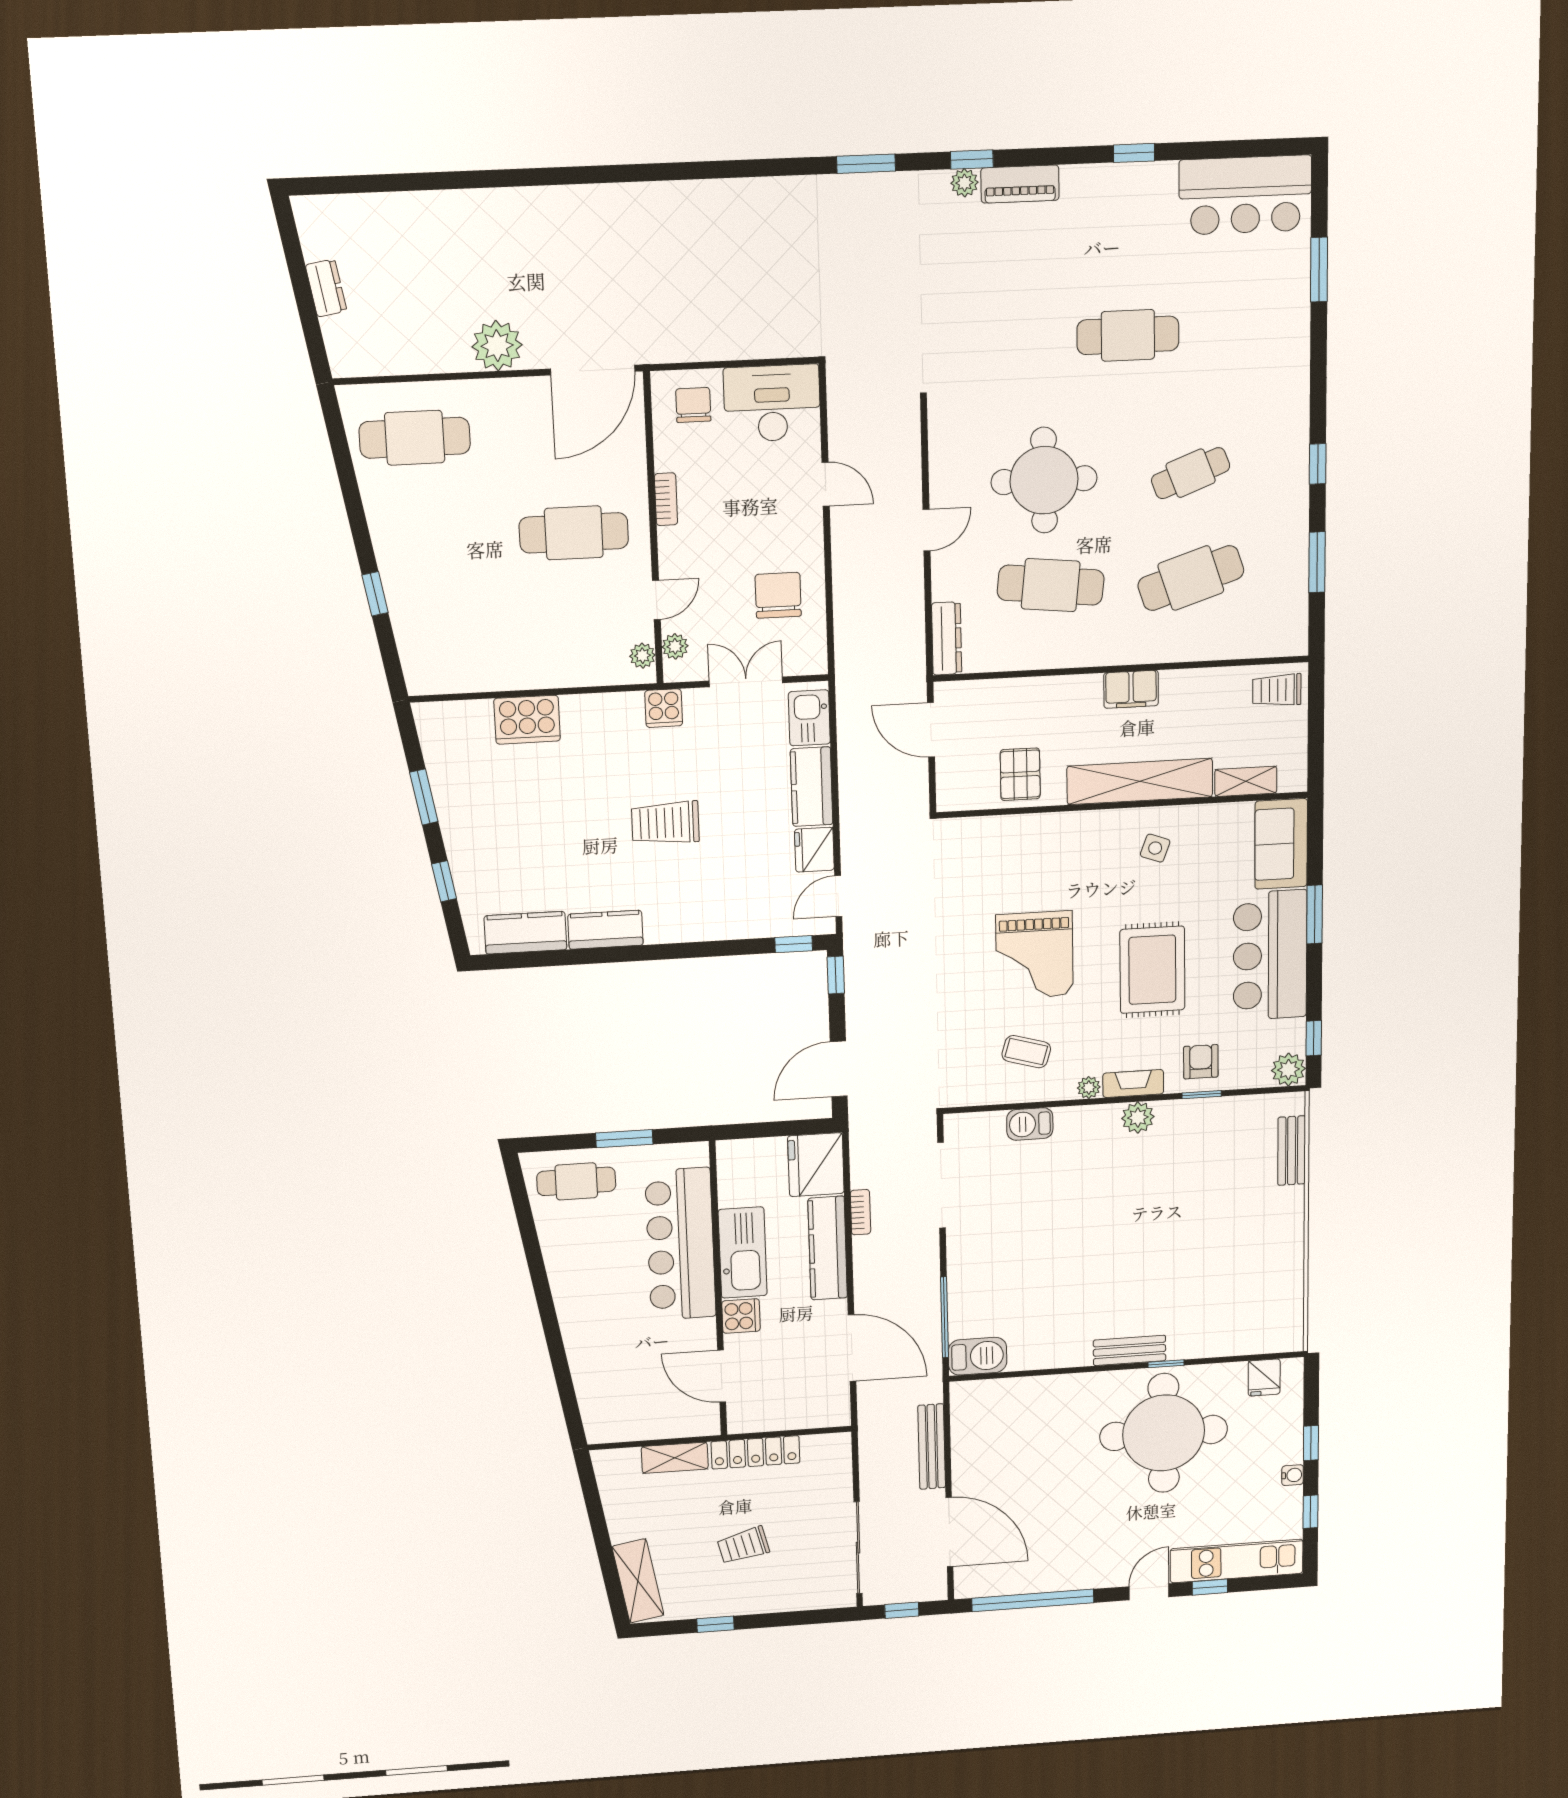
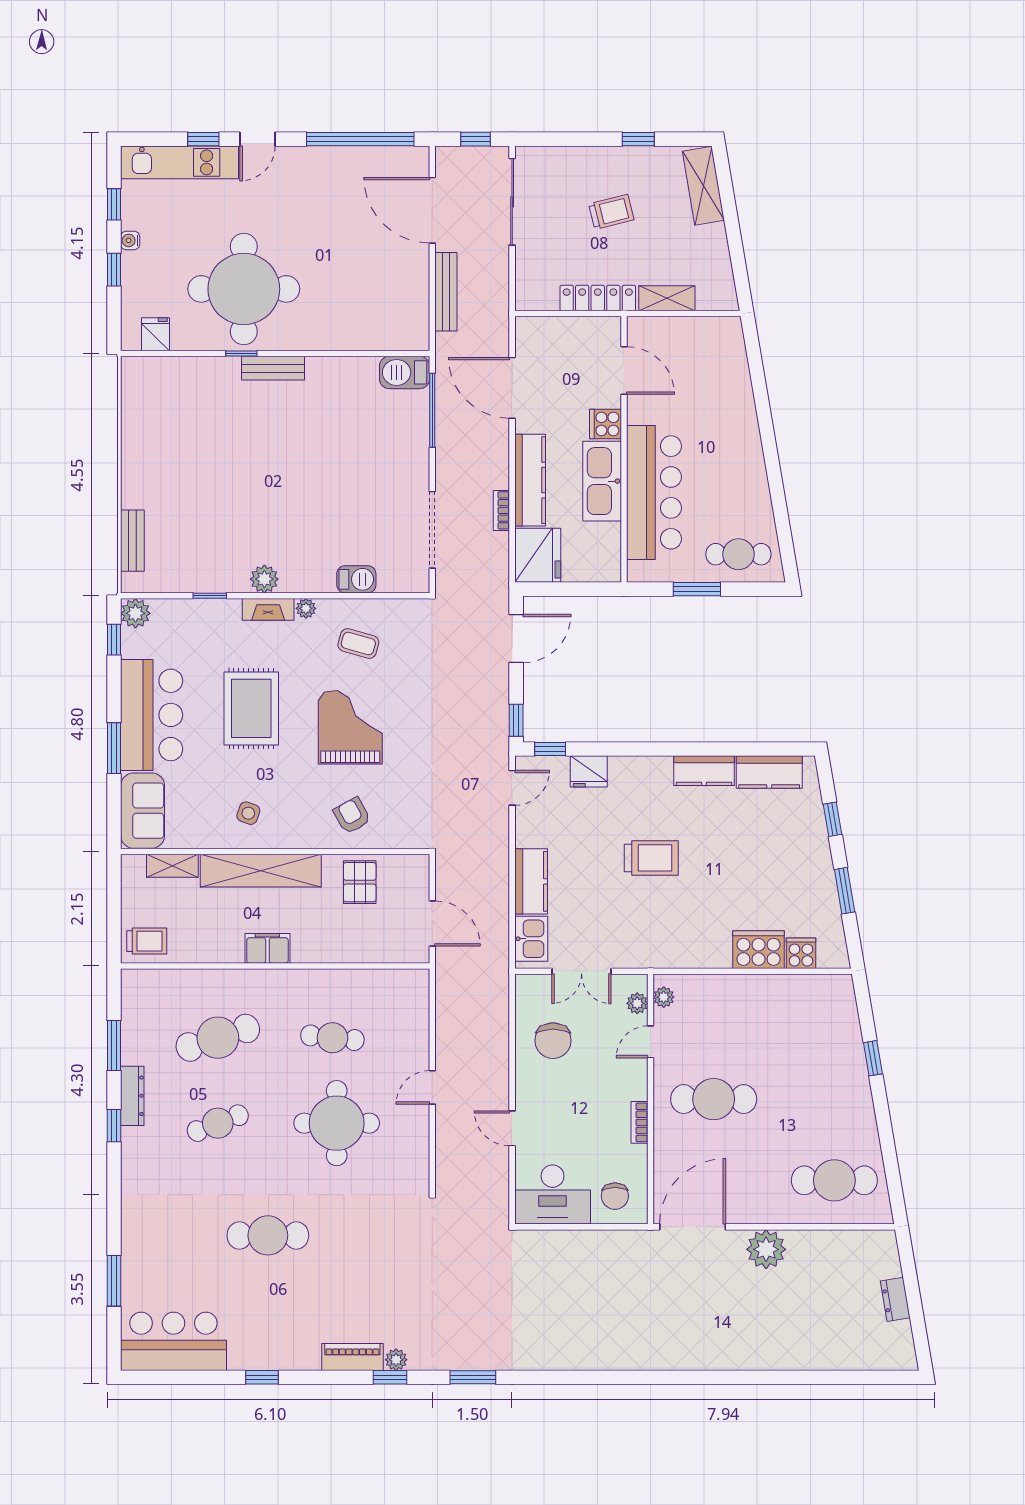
cafe table: (1051, 585) -> (332, 1038), width x0.73, depth x0.74
dresser: (947, 638) -> (132, 1096), moved, turned 180
cooker: (664, 708) -> (801, 953), moved
fridge: (814, 850) -> (589, 771), moved, turned 90
armchair: (1201, 1062) -> (352, 816), moved, turned 151

